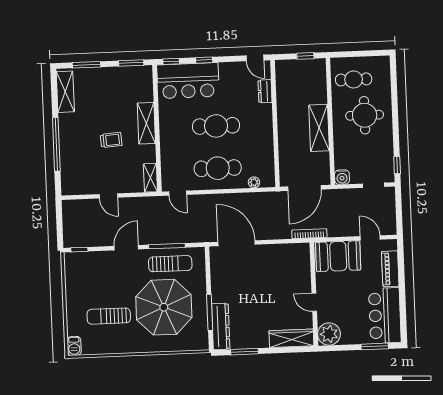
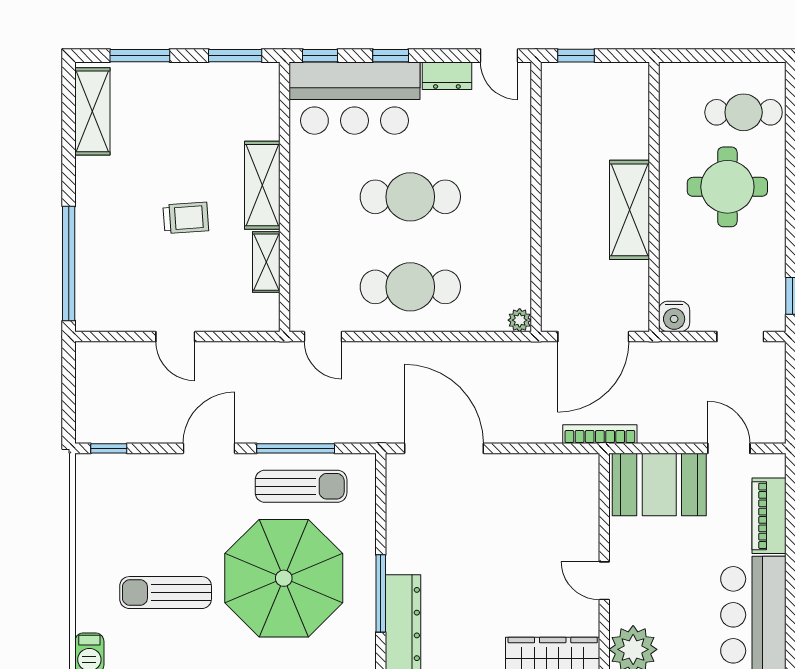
window: (305, 56) -> (576, 56), moved
cafe table: (354, 79) -> (744, 112), moved
dresser: (265, 91) -> (447, 76), moved, turned -90
window: (56, 144) -> (69, 263), moved
shelving: (150, 178) -> (266, 262), moved
plant: (254, 182) -> (520, 320), moved

